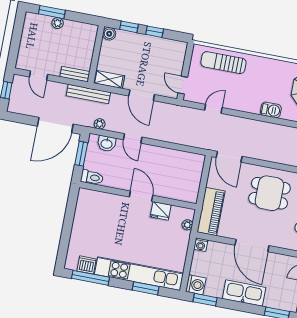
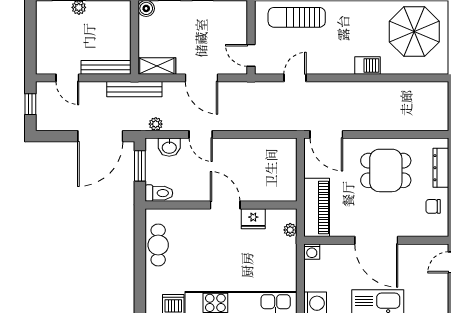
bench: (75, 74) -> (106, 67), width x1.36
cafe table: (84, 217) -> (158, 245), added

